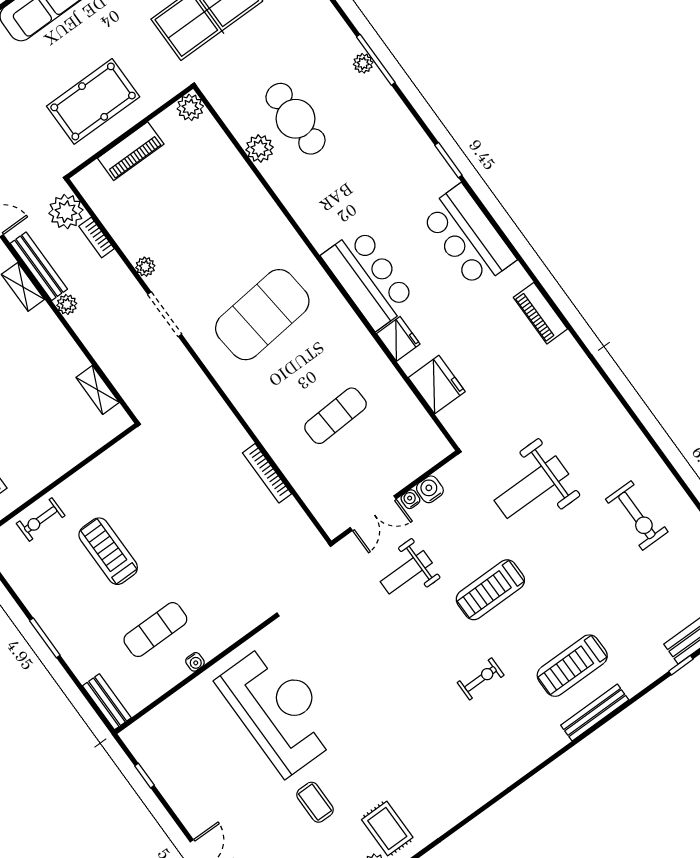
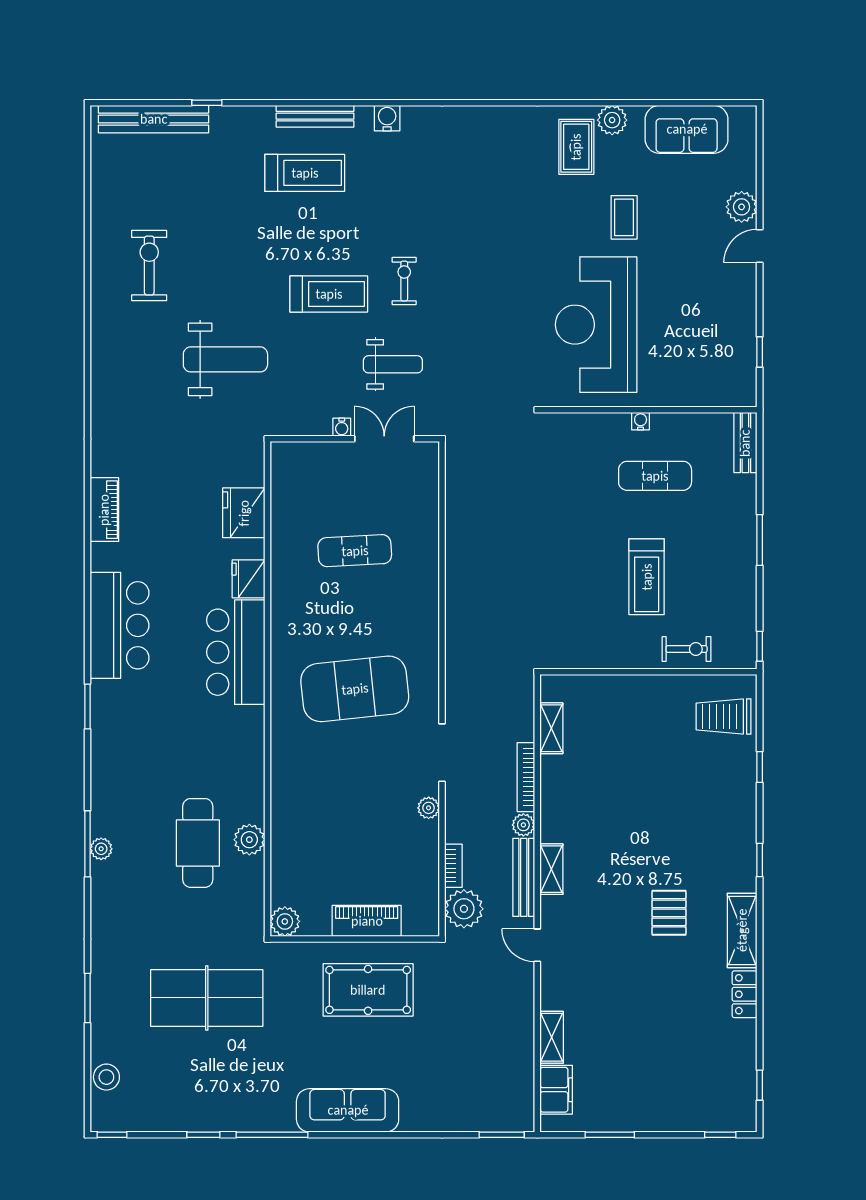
bookcase: (267, 473) -> (526, 777), moved, turned 180
water cooler: (430, 489) -> (387, 118), moved, turned 180
exercise bike: (481, 679) -> (404, 281), moved, turned 90

